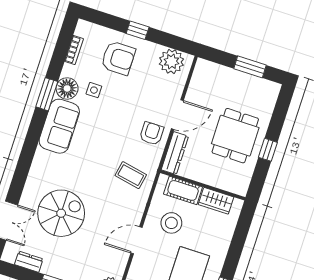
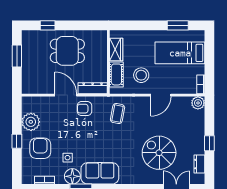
plant: (171, 62) -> (31, 122), moved
window: (268, 150) -> (48, 25), moved
door: (136, 240) -> (161, 95), hinge flipped

